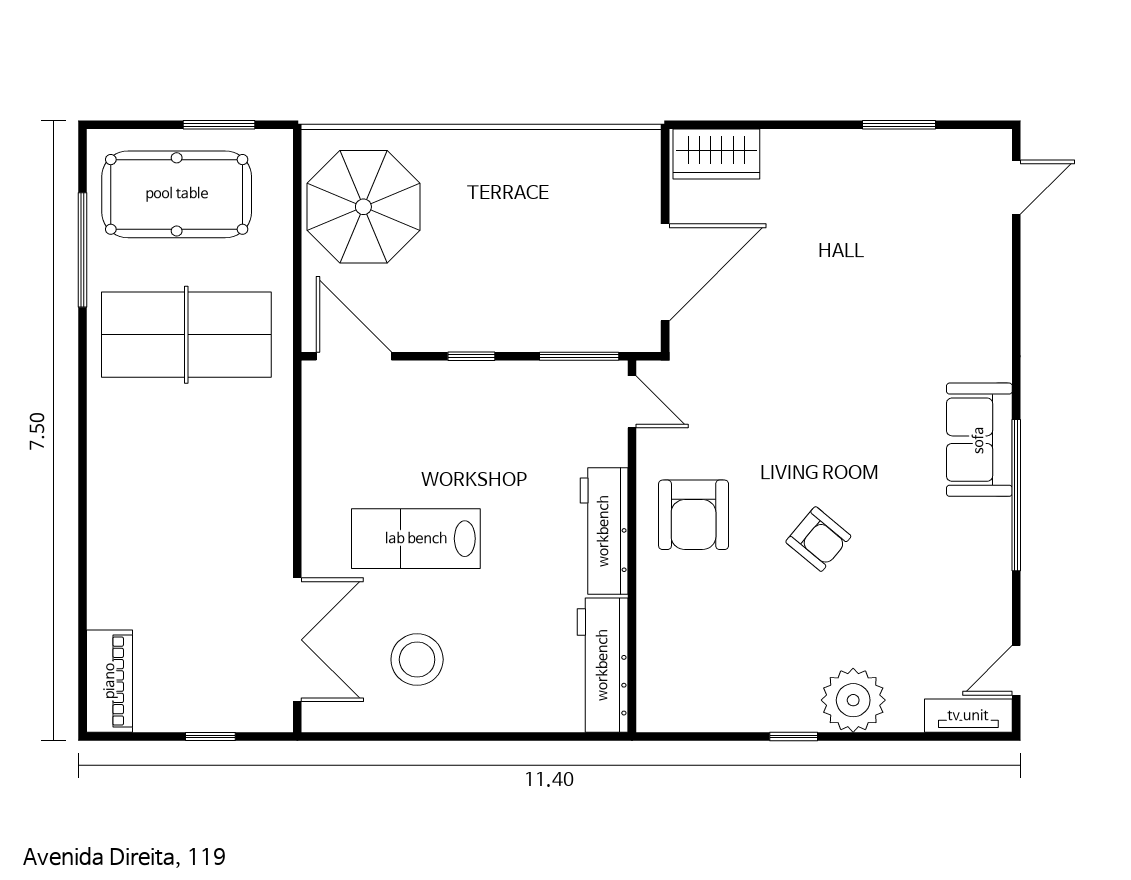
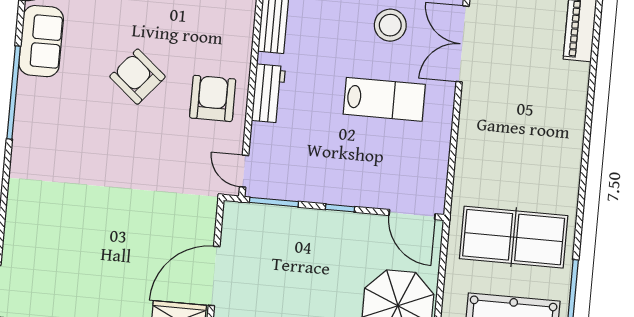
door: (665, 272) -> (214, 276), moved
sofa: (979, 440) -> (41, 41), moved
workbench: (604, 531) -> (268, 93), width x0.73
armchair: (818, 539) -> (137, 77), width x1.38, depth x1.38

